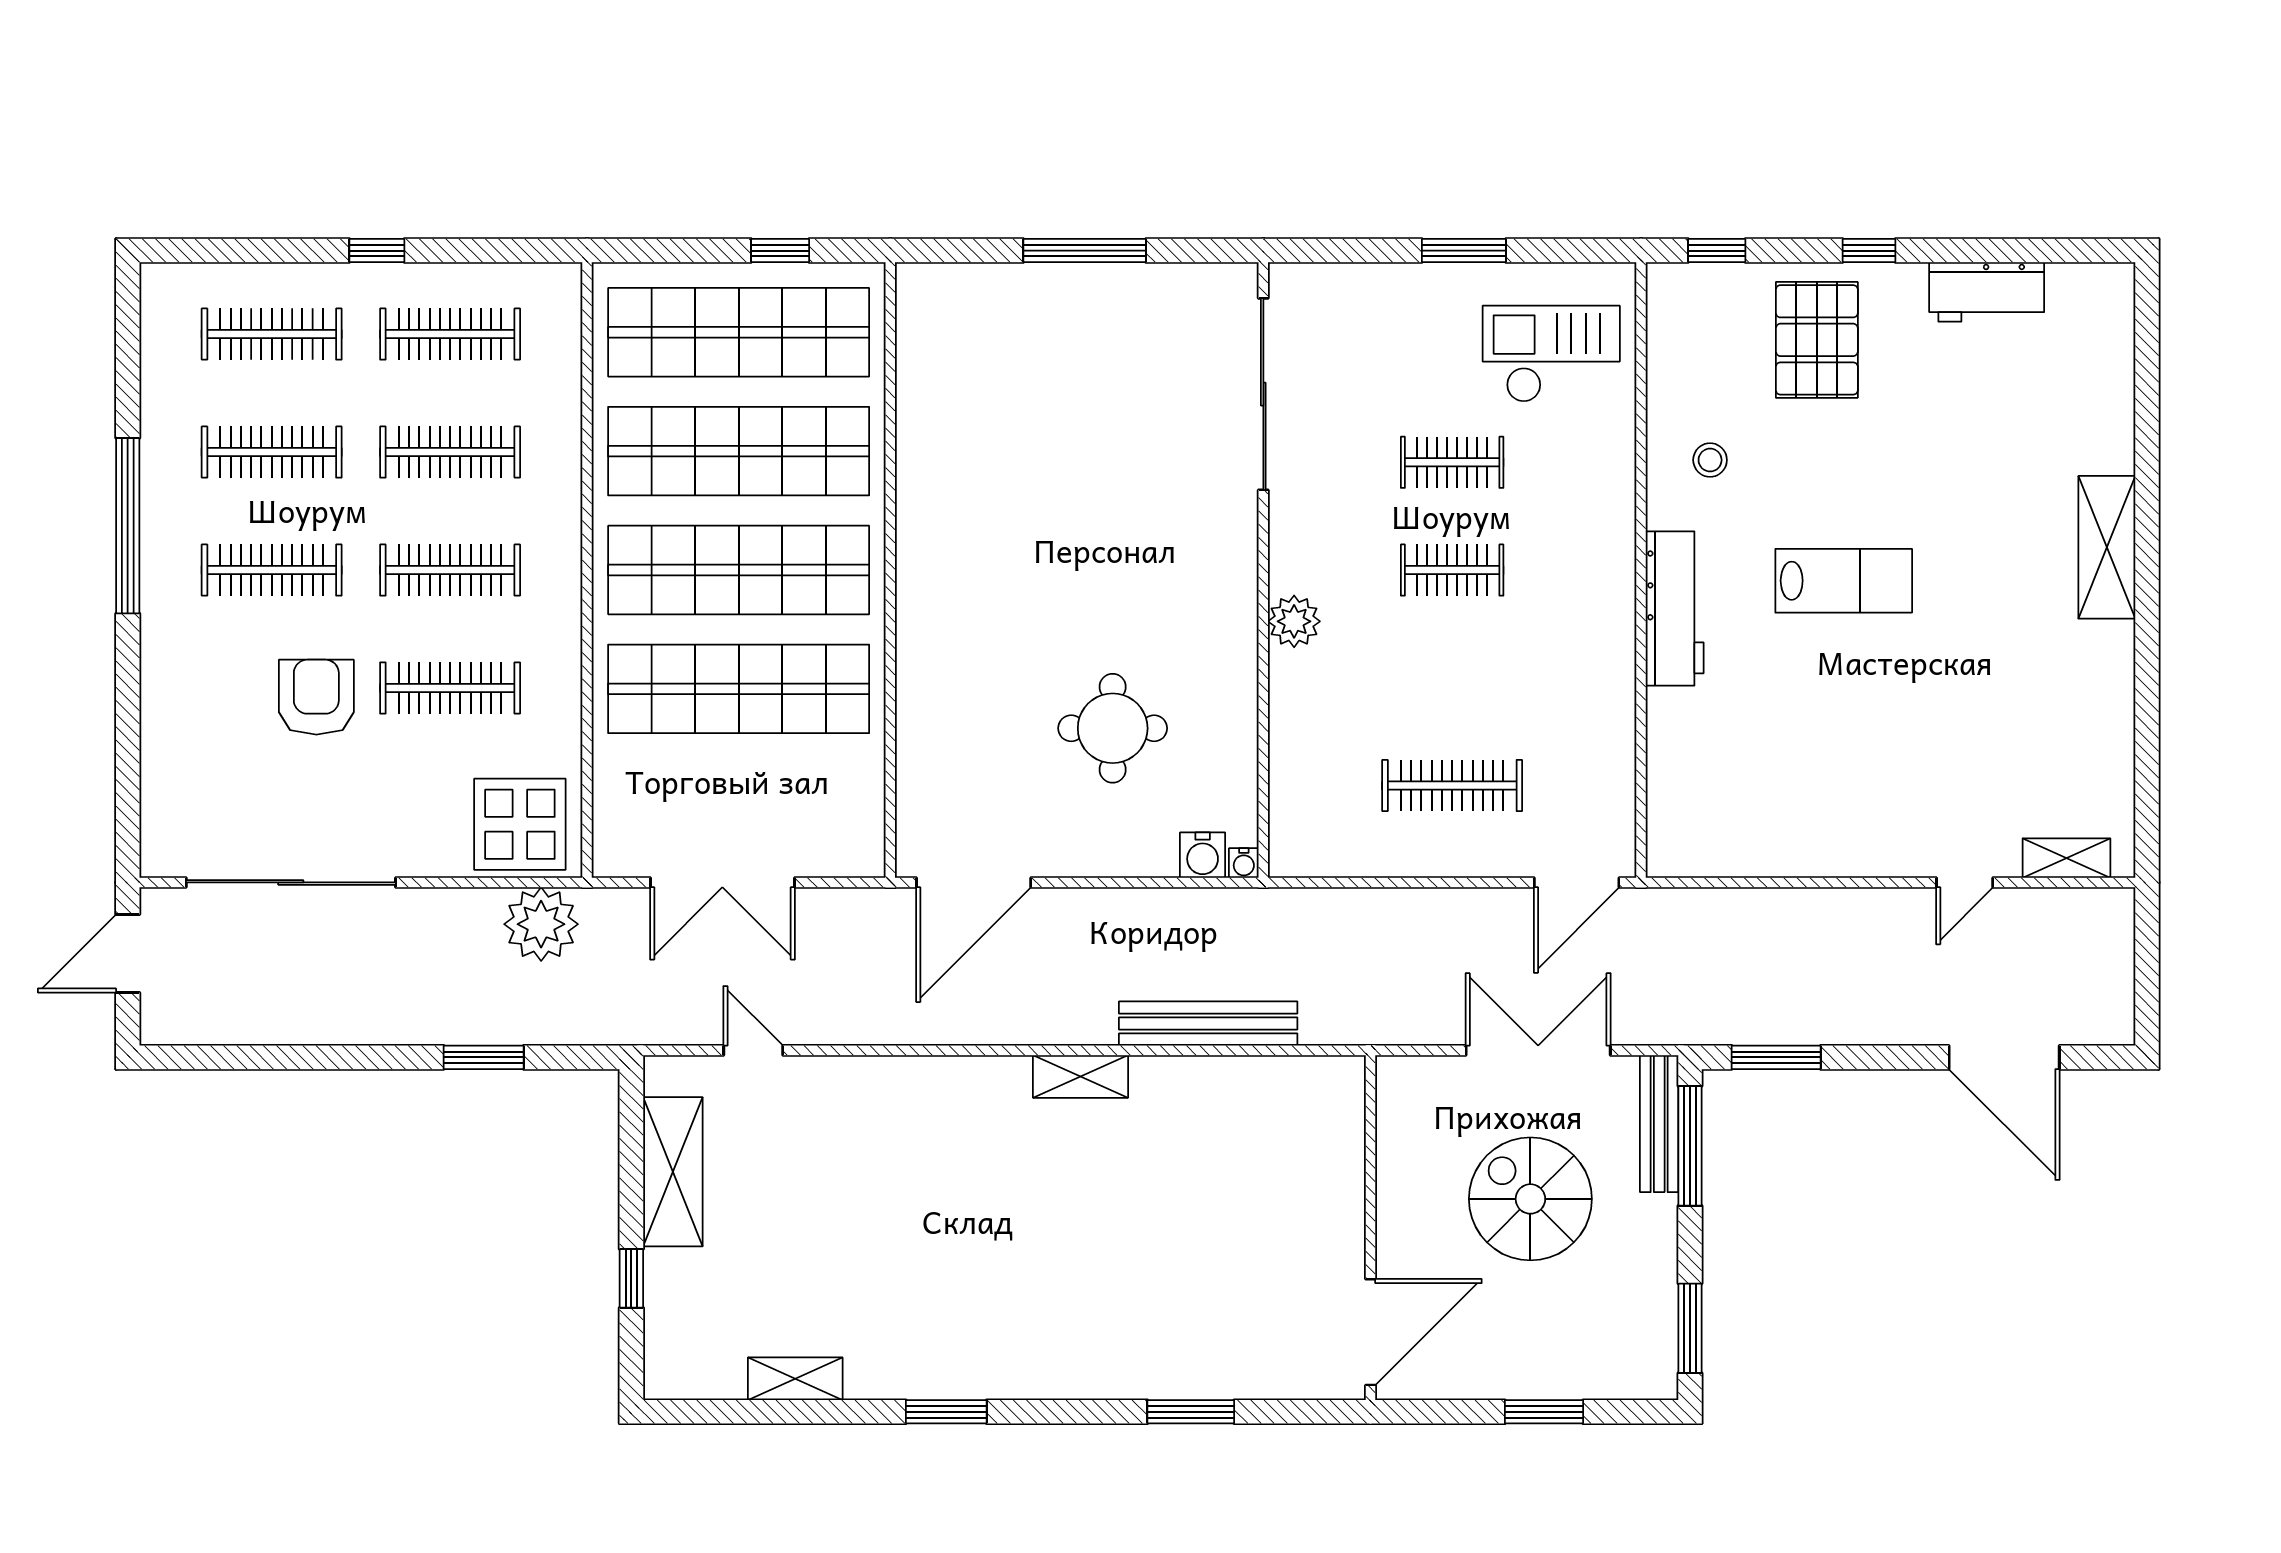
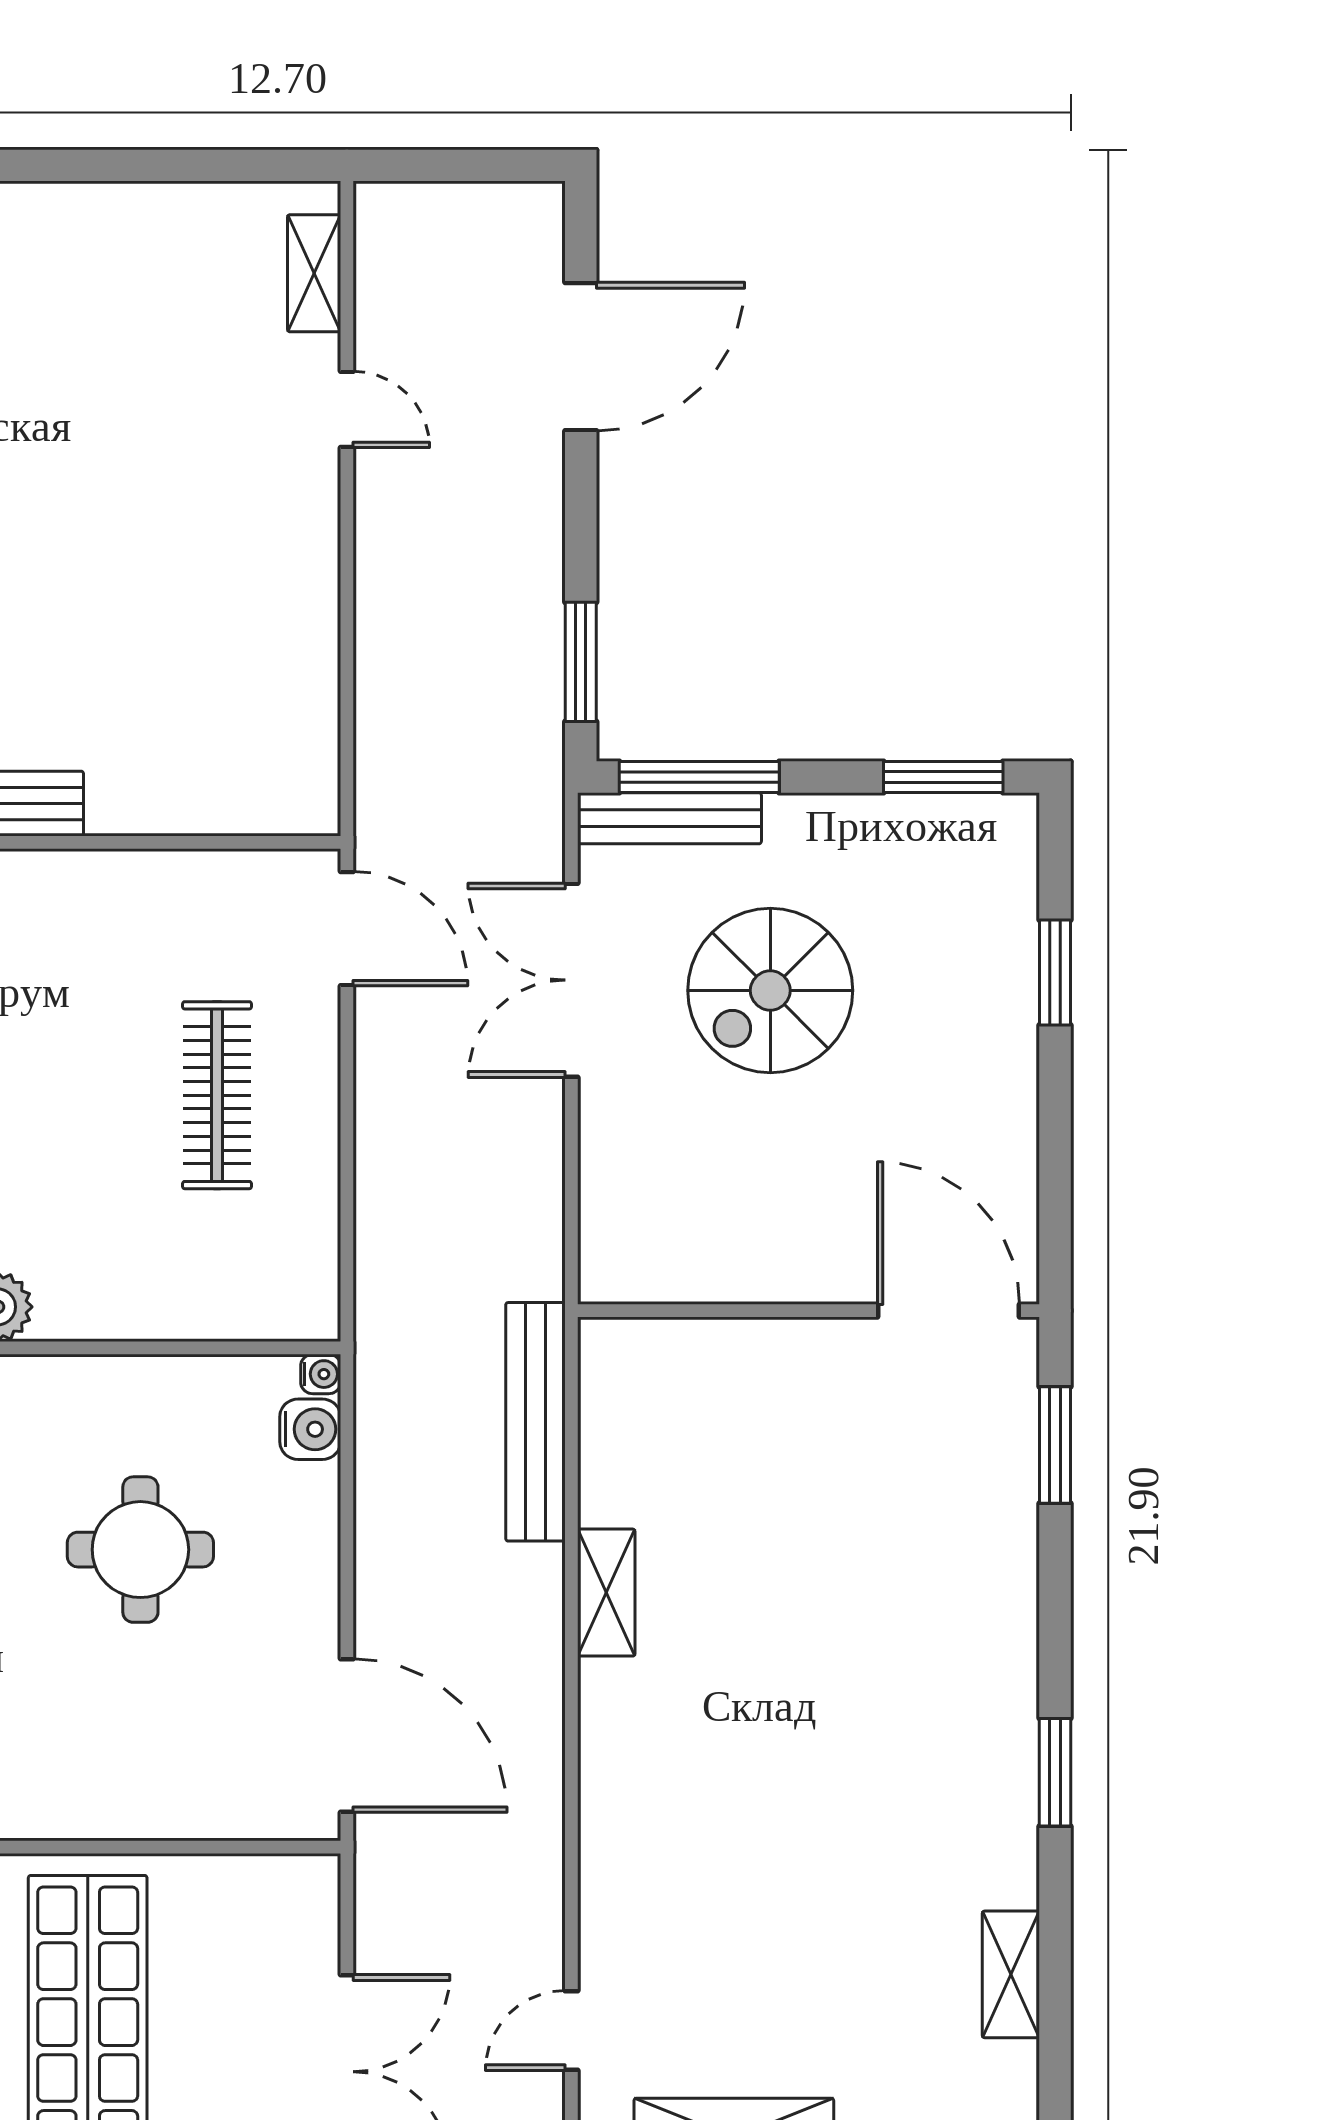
wall: (1371, 1228) -> (809, 1311), moved
door: (1371, 1332) -> (949, 1311), moved

